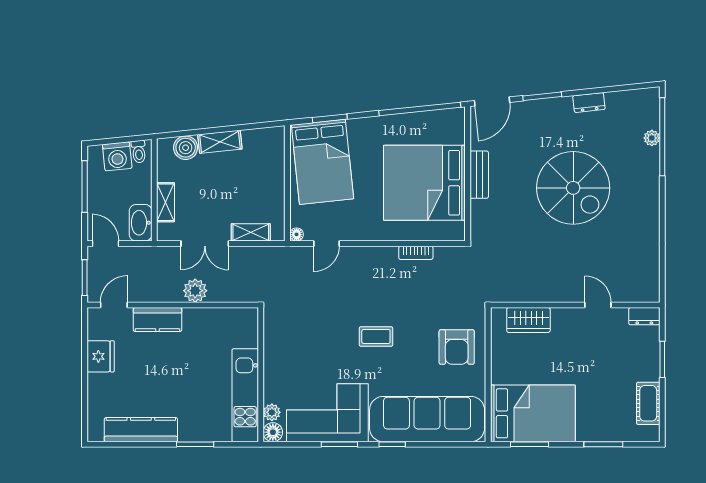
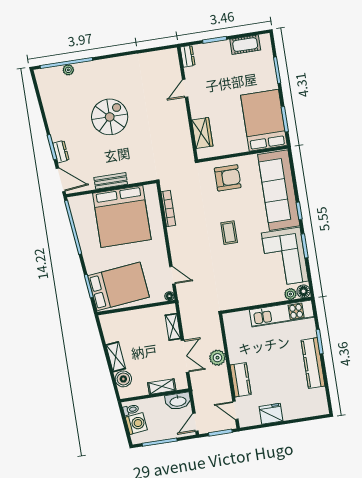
dresser: (589, 103) -> (61, 152), moved
spiral stairs: (573, 188) -> (110, 117), width x0.73, depth x0.73
bookcase: (416, 253) -> (168, 208), width x1.56
kitchen counter: (141, 430) -> (313, 363), moved

